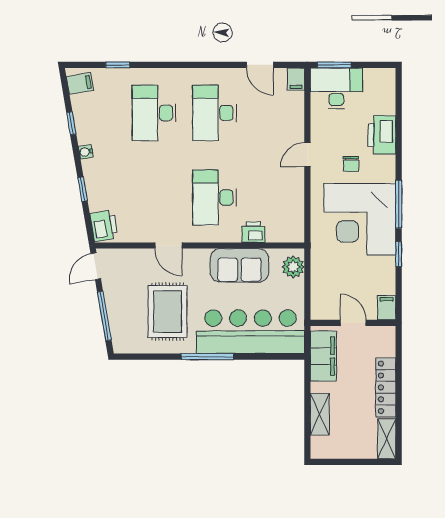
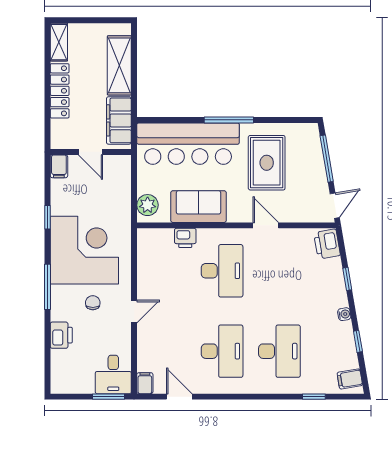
desk: (336, 88) -> (113, 374), width x0.73
printer: (382, 135) -> (61, 335), width x0.73, depth x0.84
window: (399, 204) -> (48, 287), moved
shelving: (320, 414) -> (119, 65), width x1.50, depth x1.33

